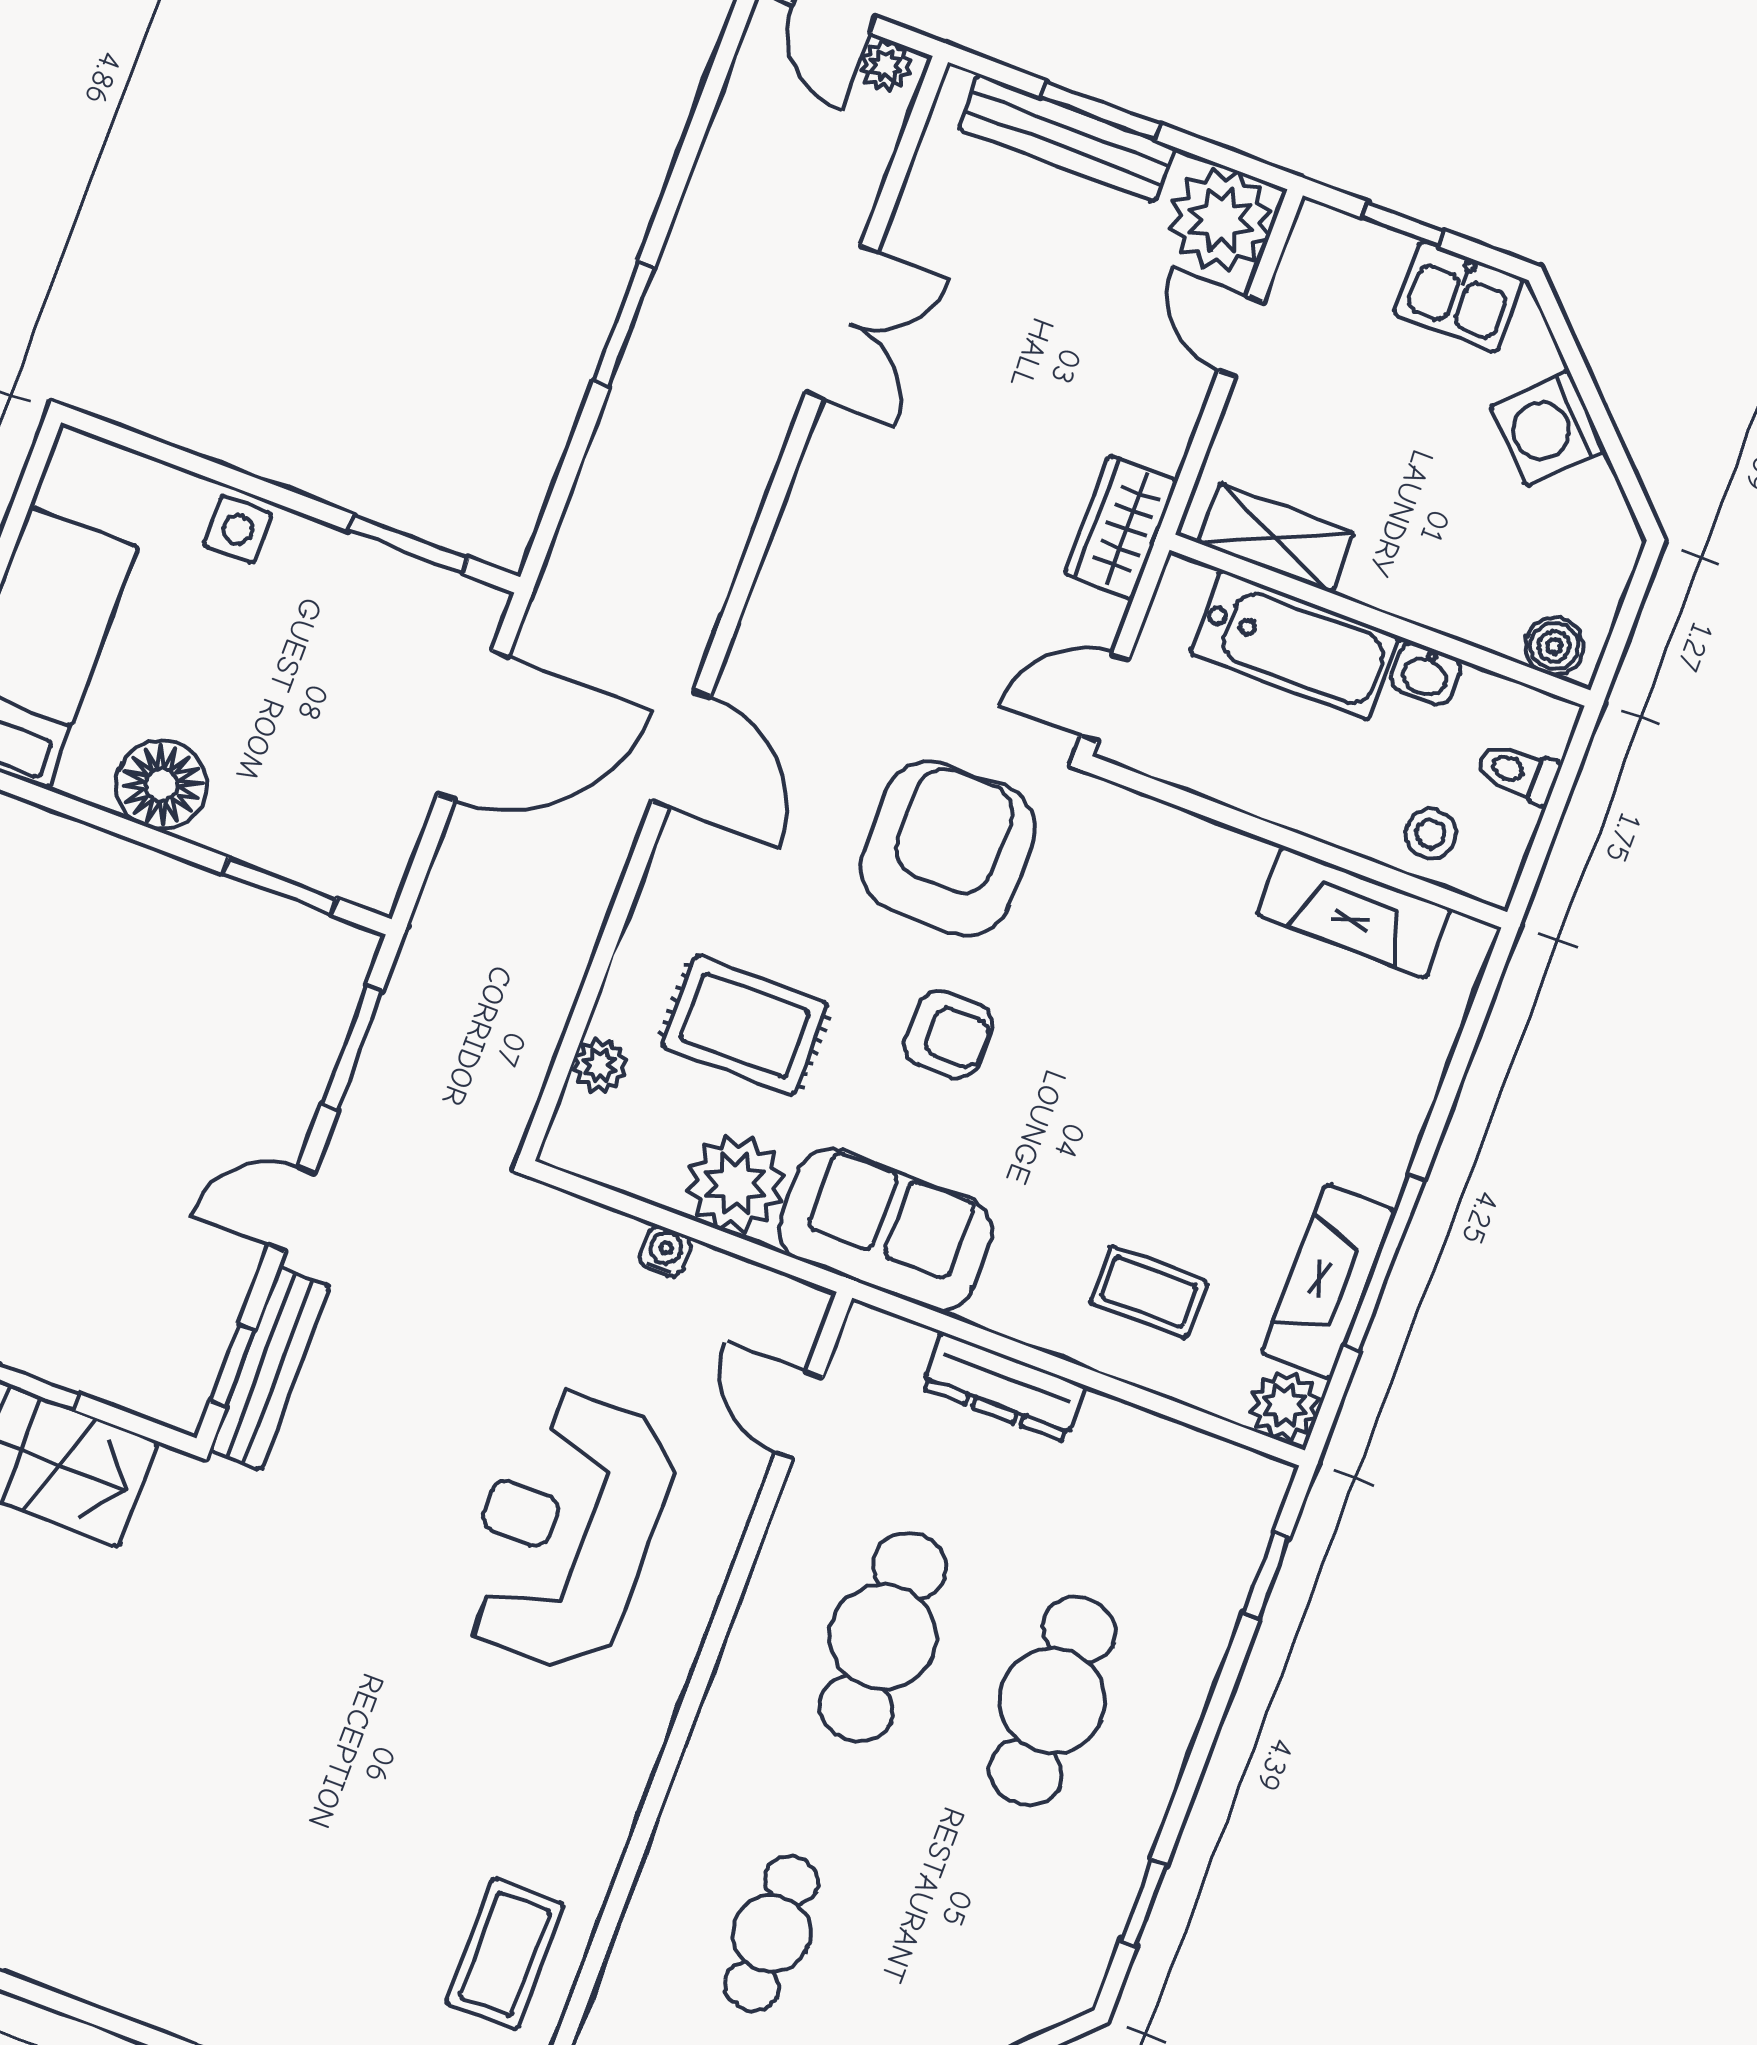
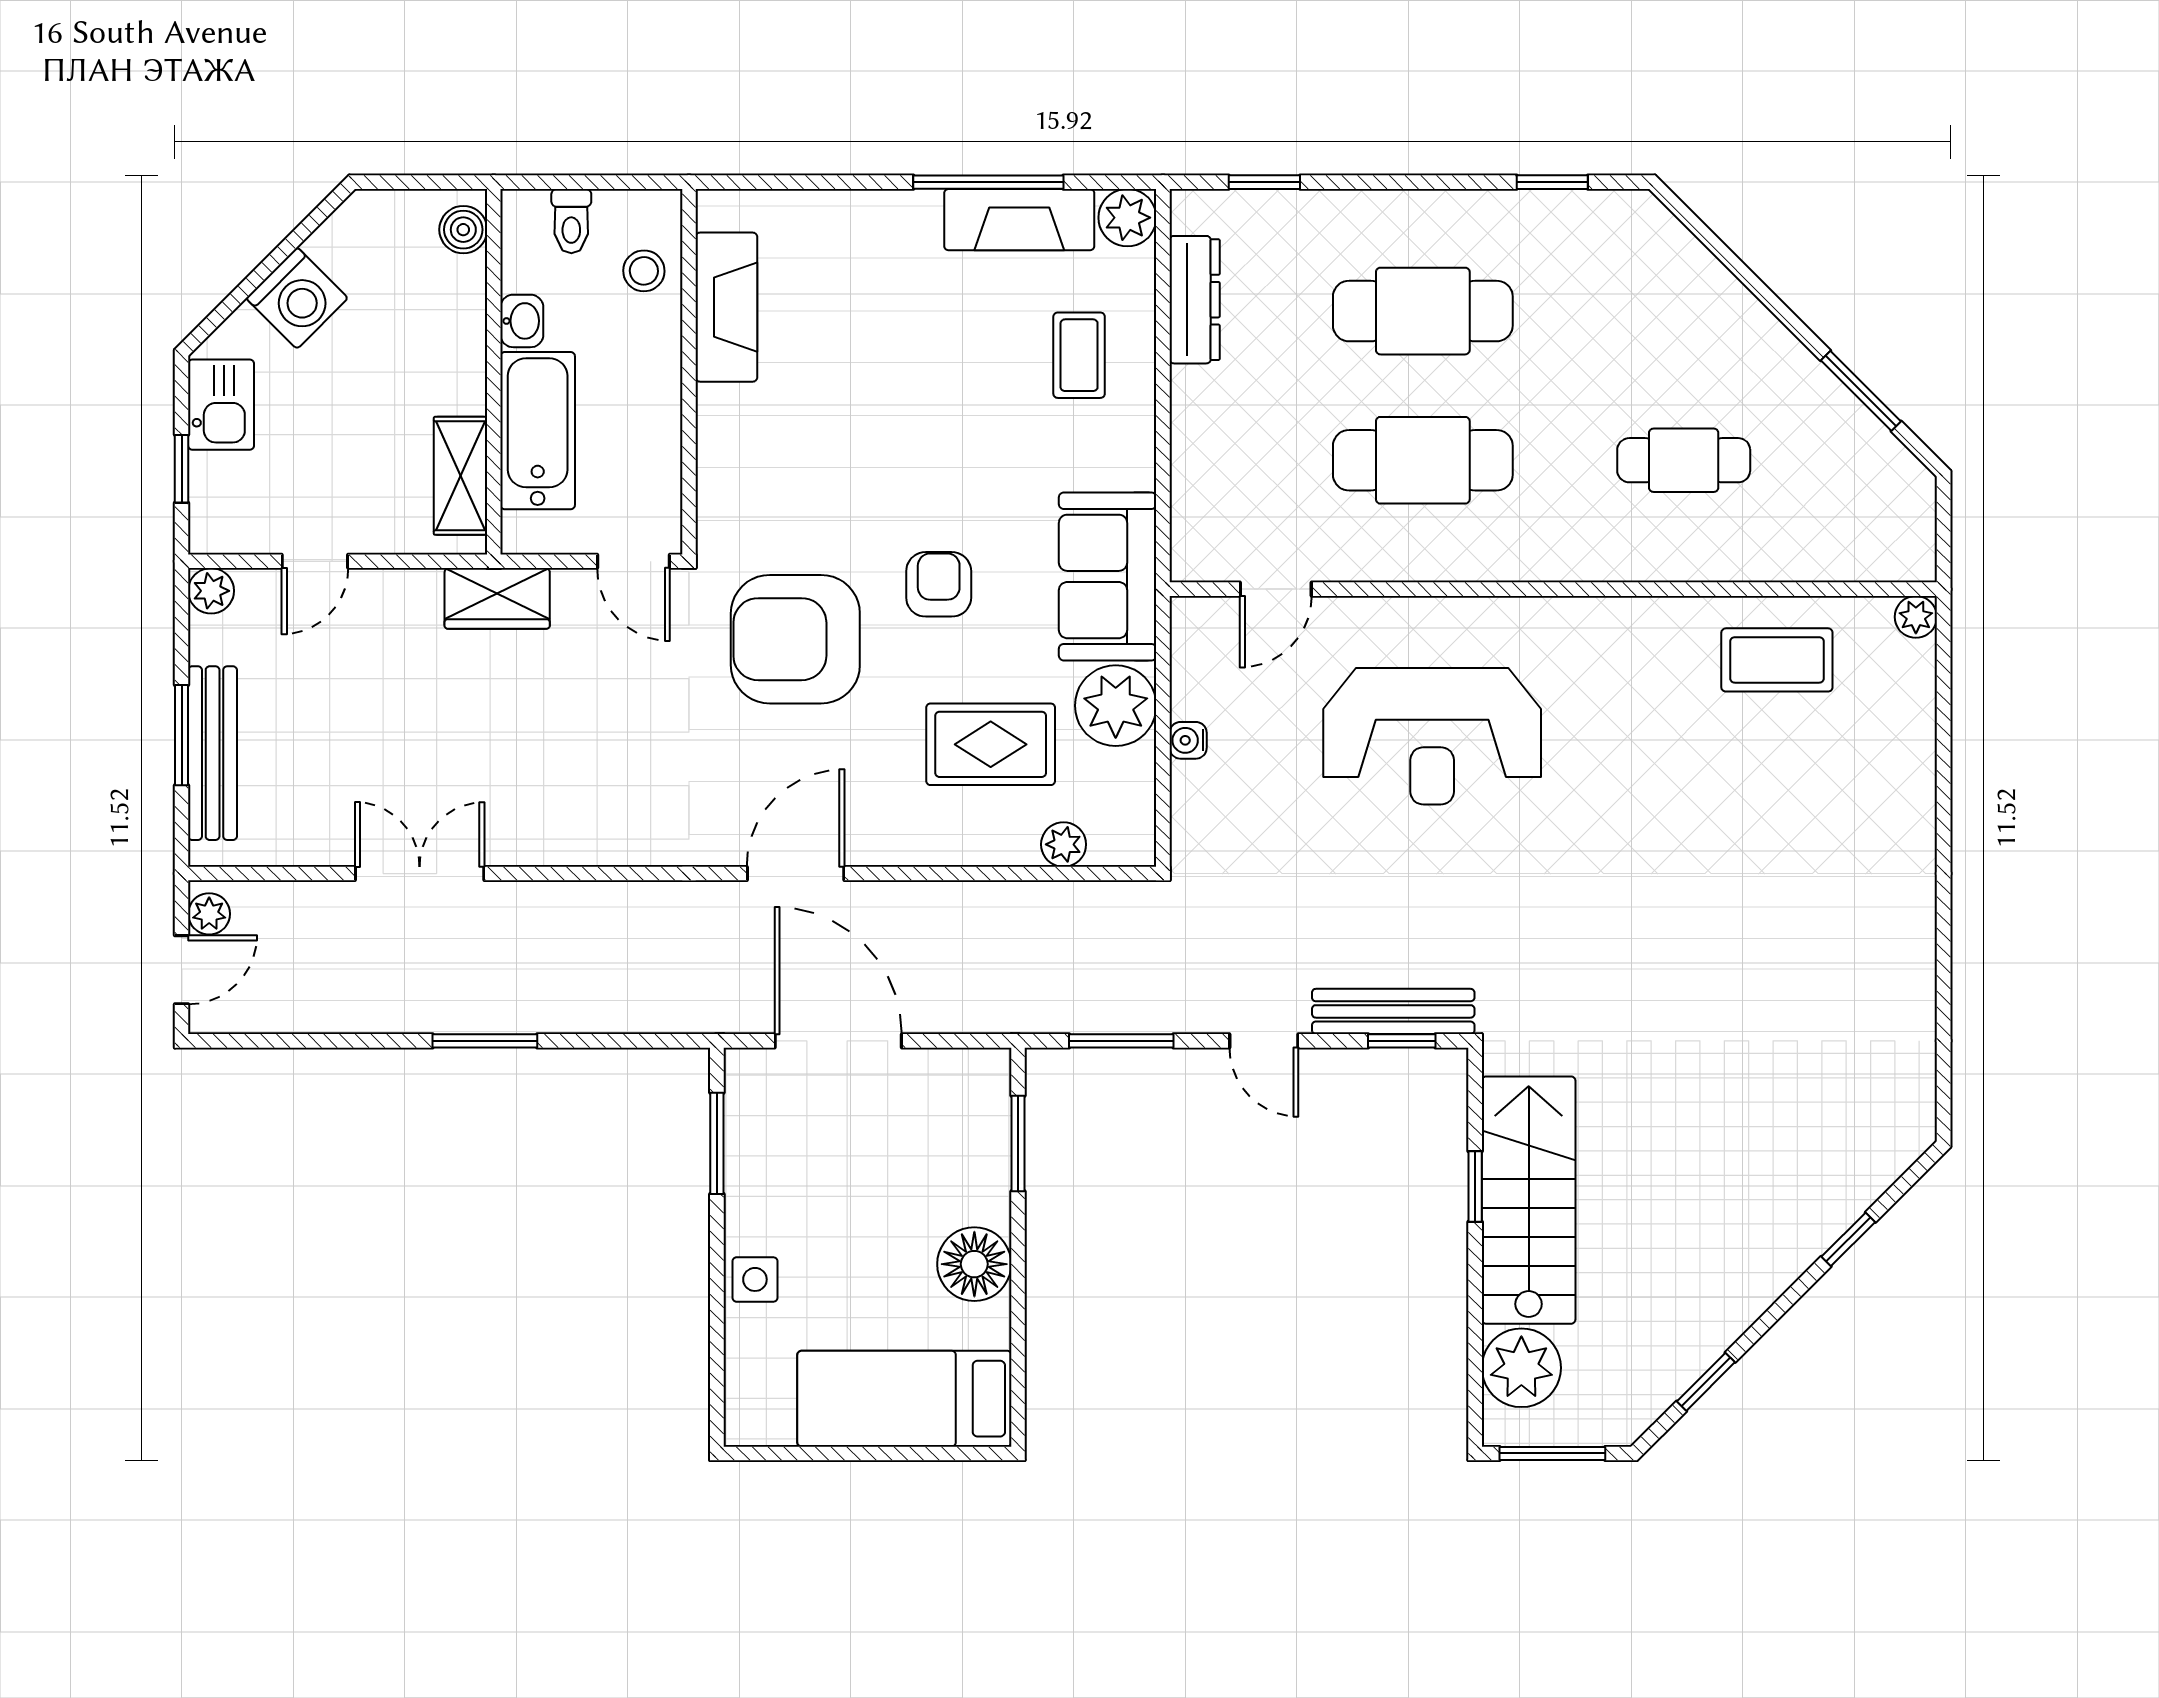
plant: (1221, 220) -> (211, 591), width x0.53, depth x0.53
rug: (745, 1025) -> (991, 744), turned 90
dresser: (1004, 1387) -> (1195, 300), moved

